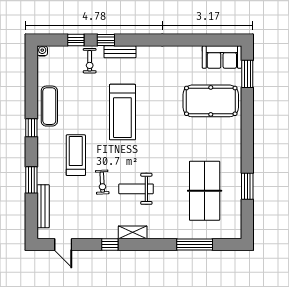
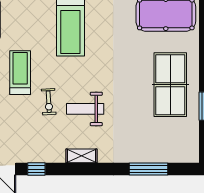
table tennis table: (205, 191) -> (170, 85), moved
window: (110, 244) -> (36, 169), moved

